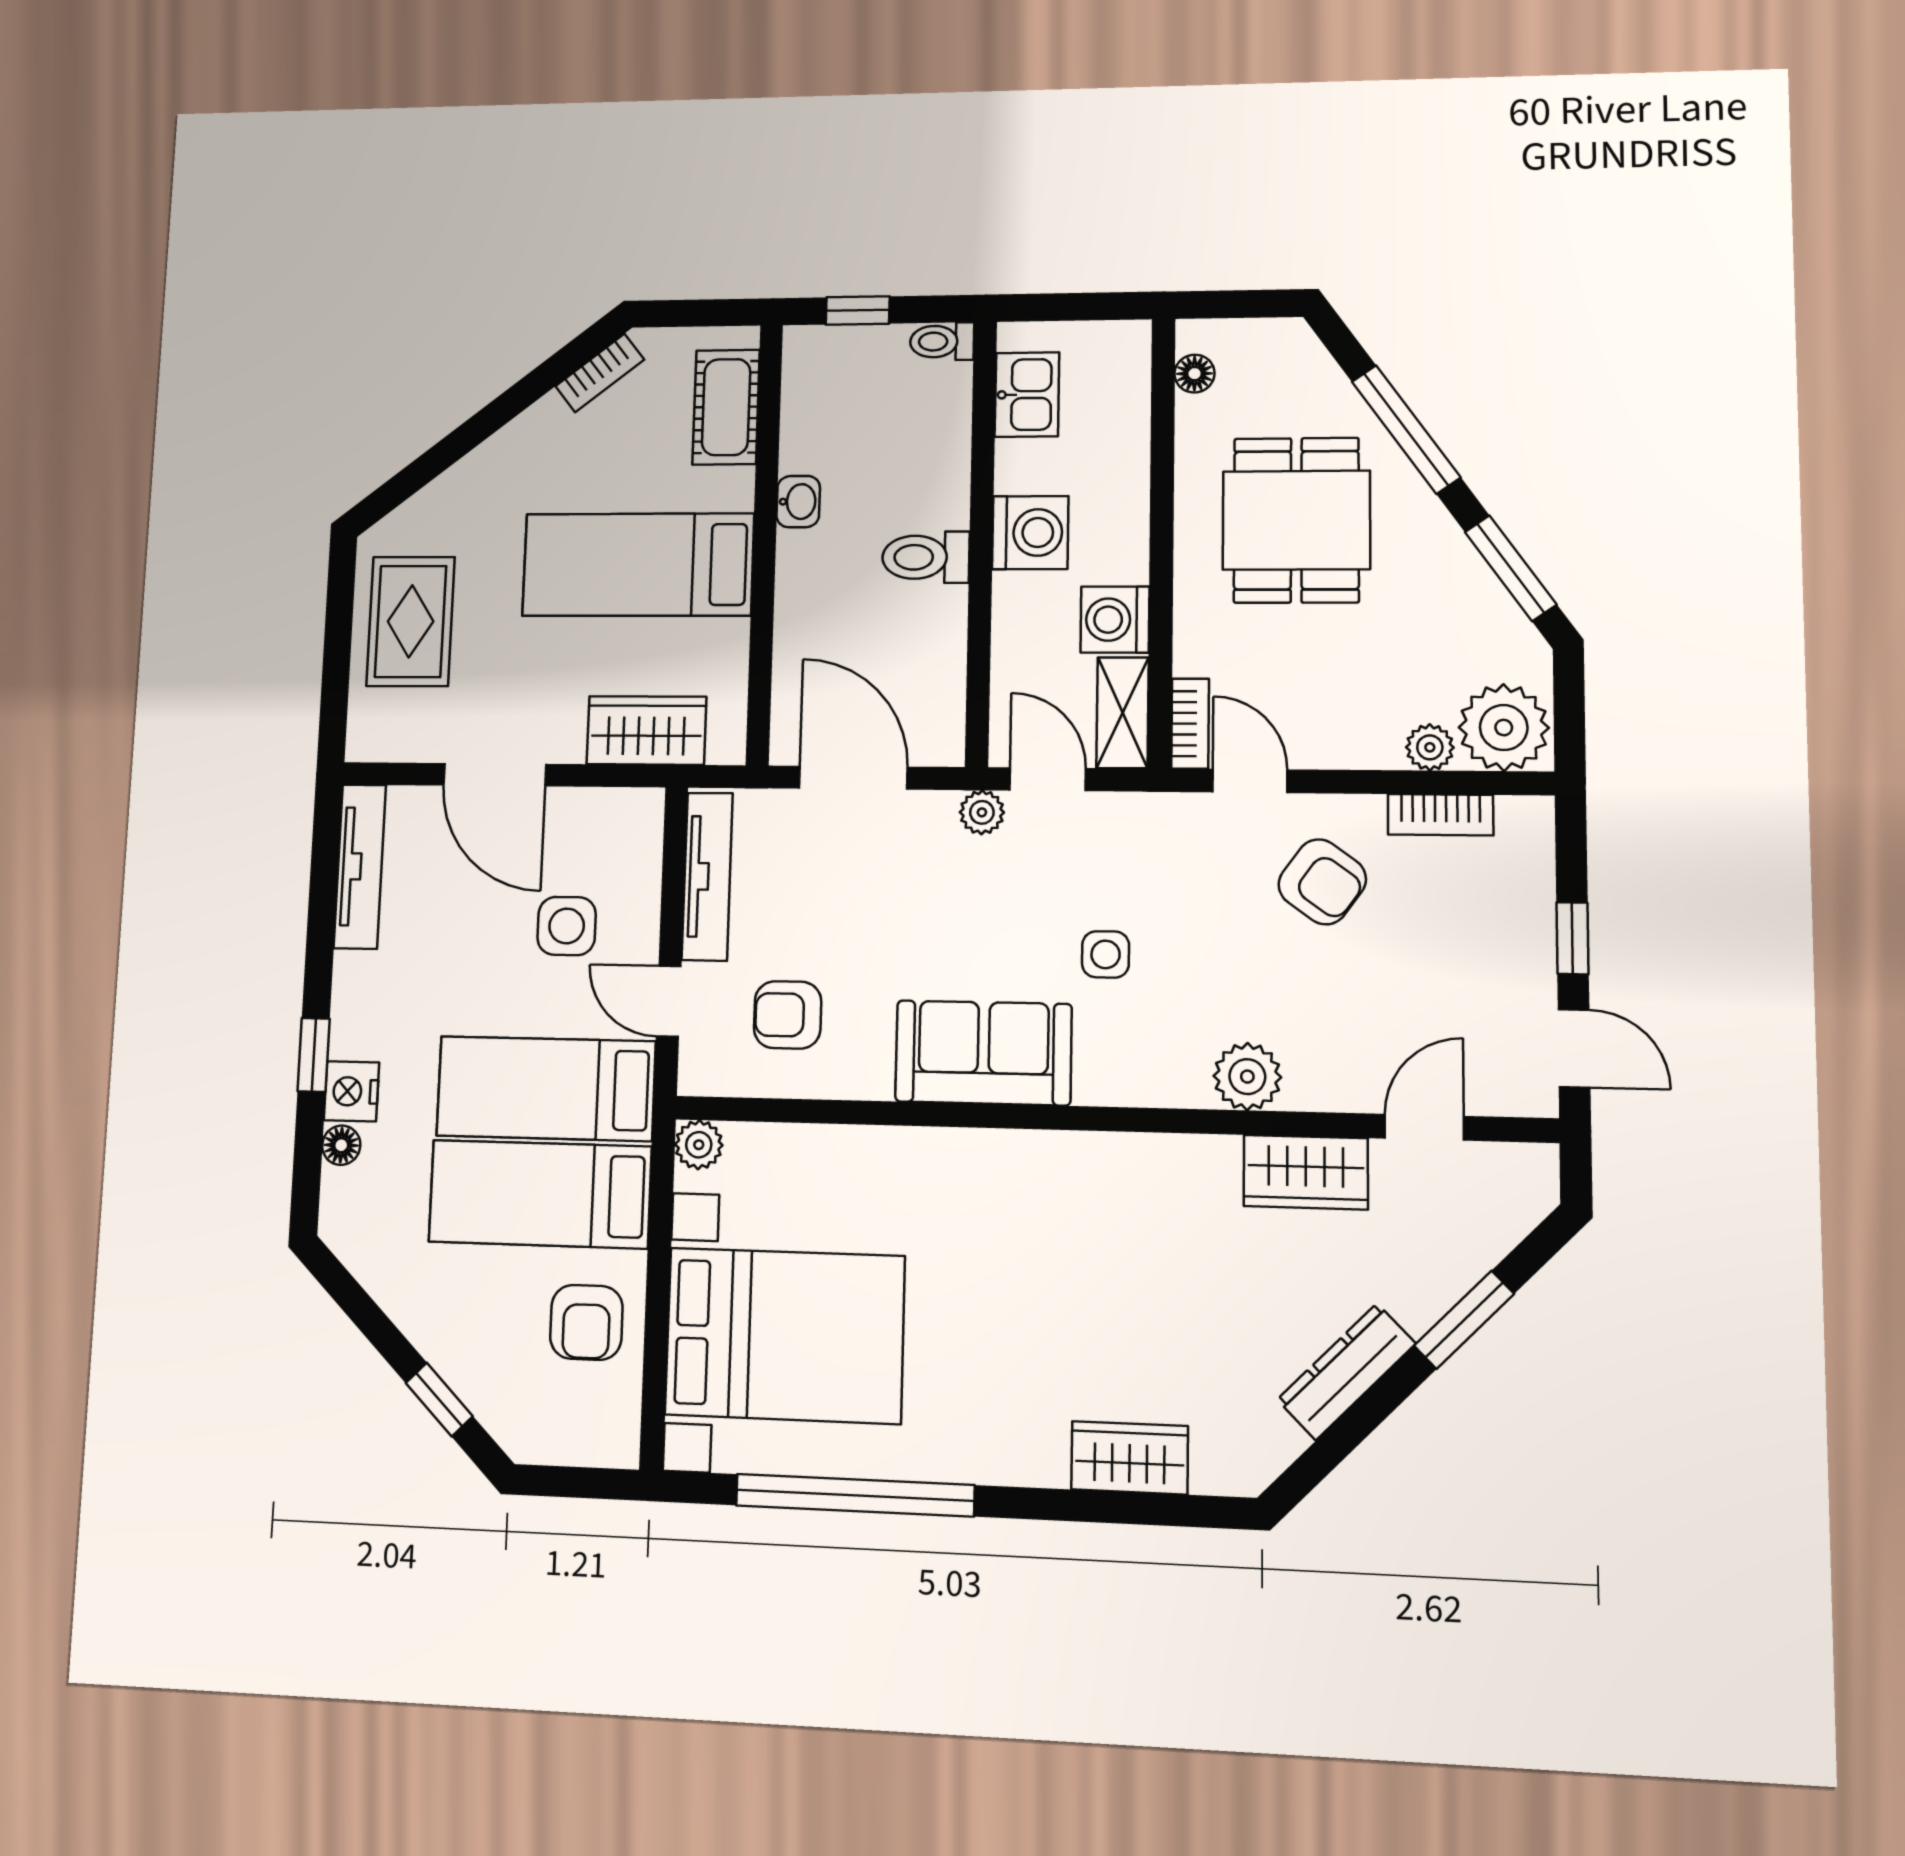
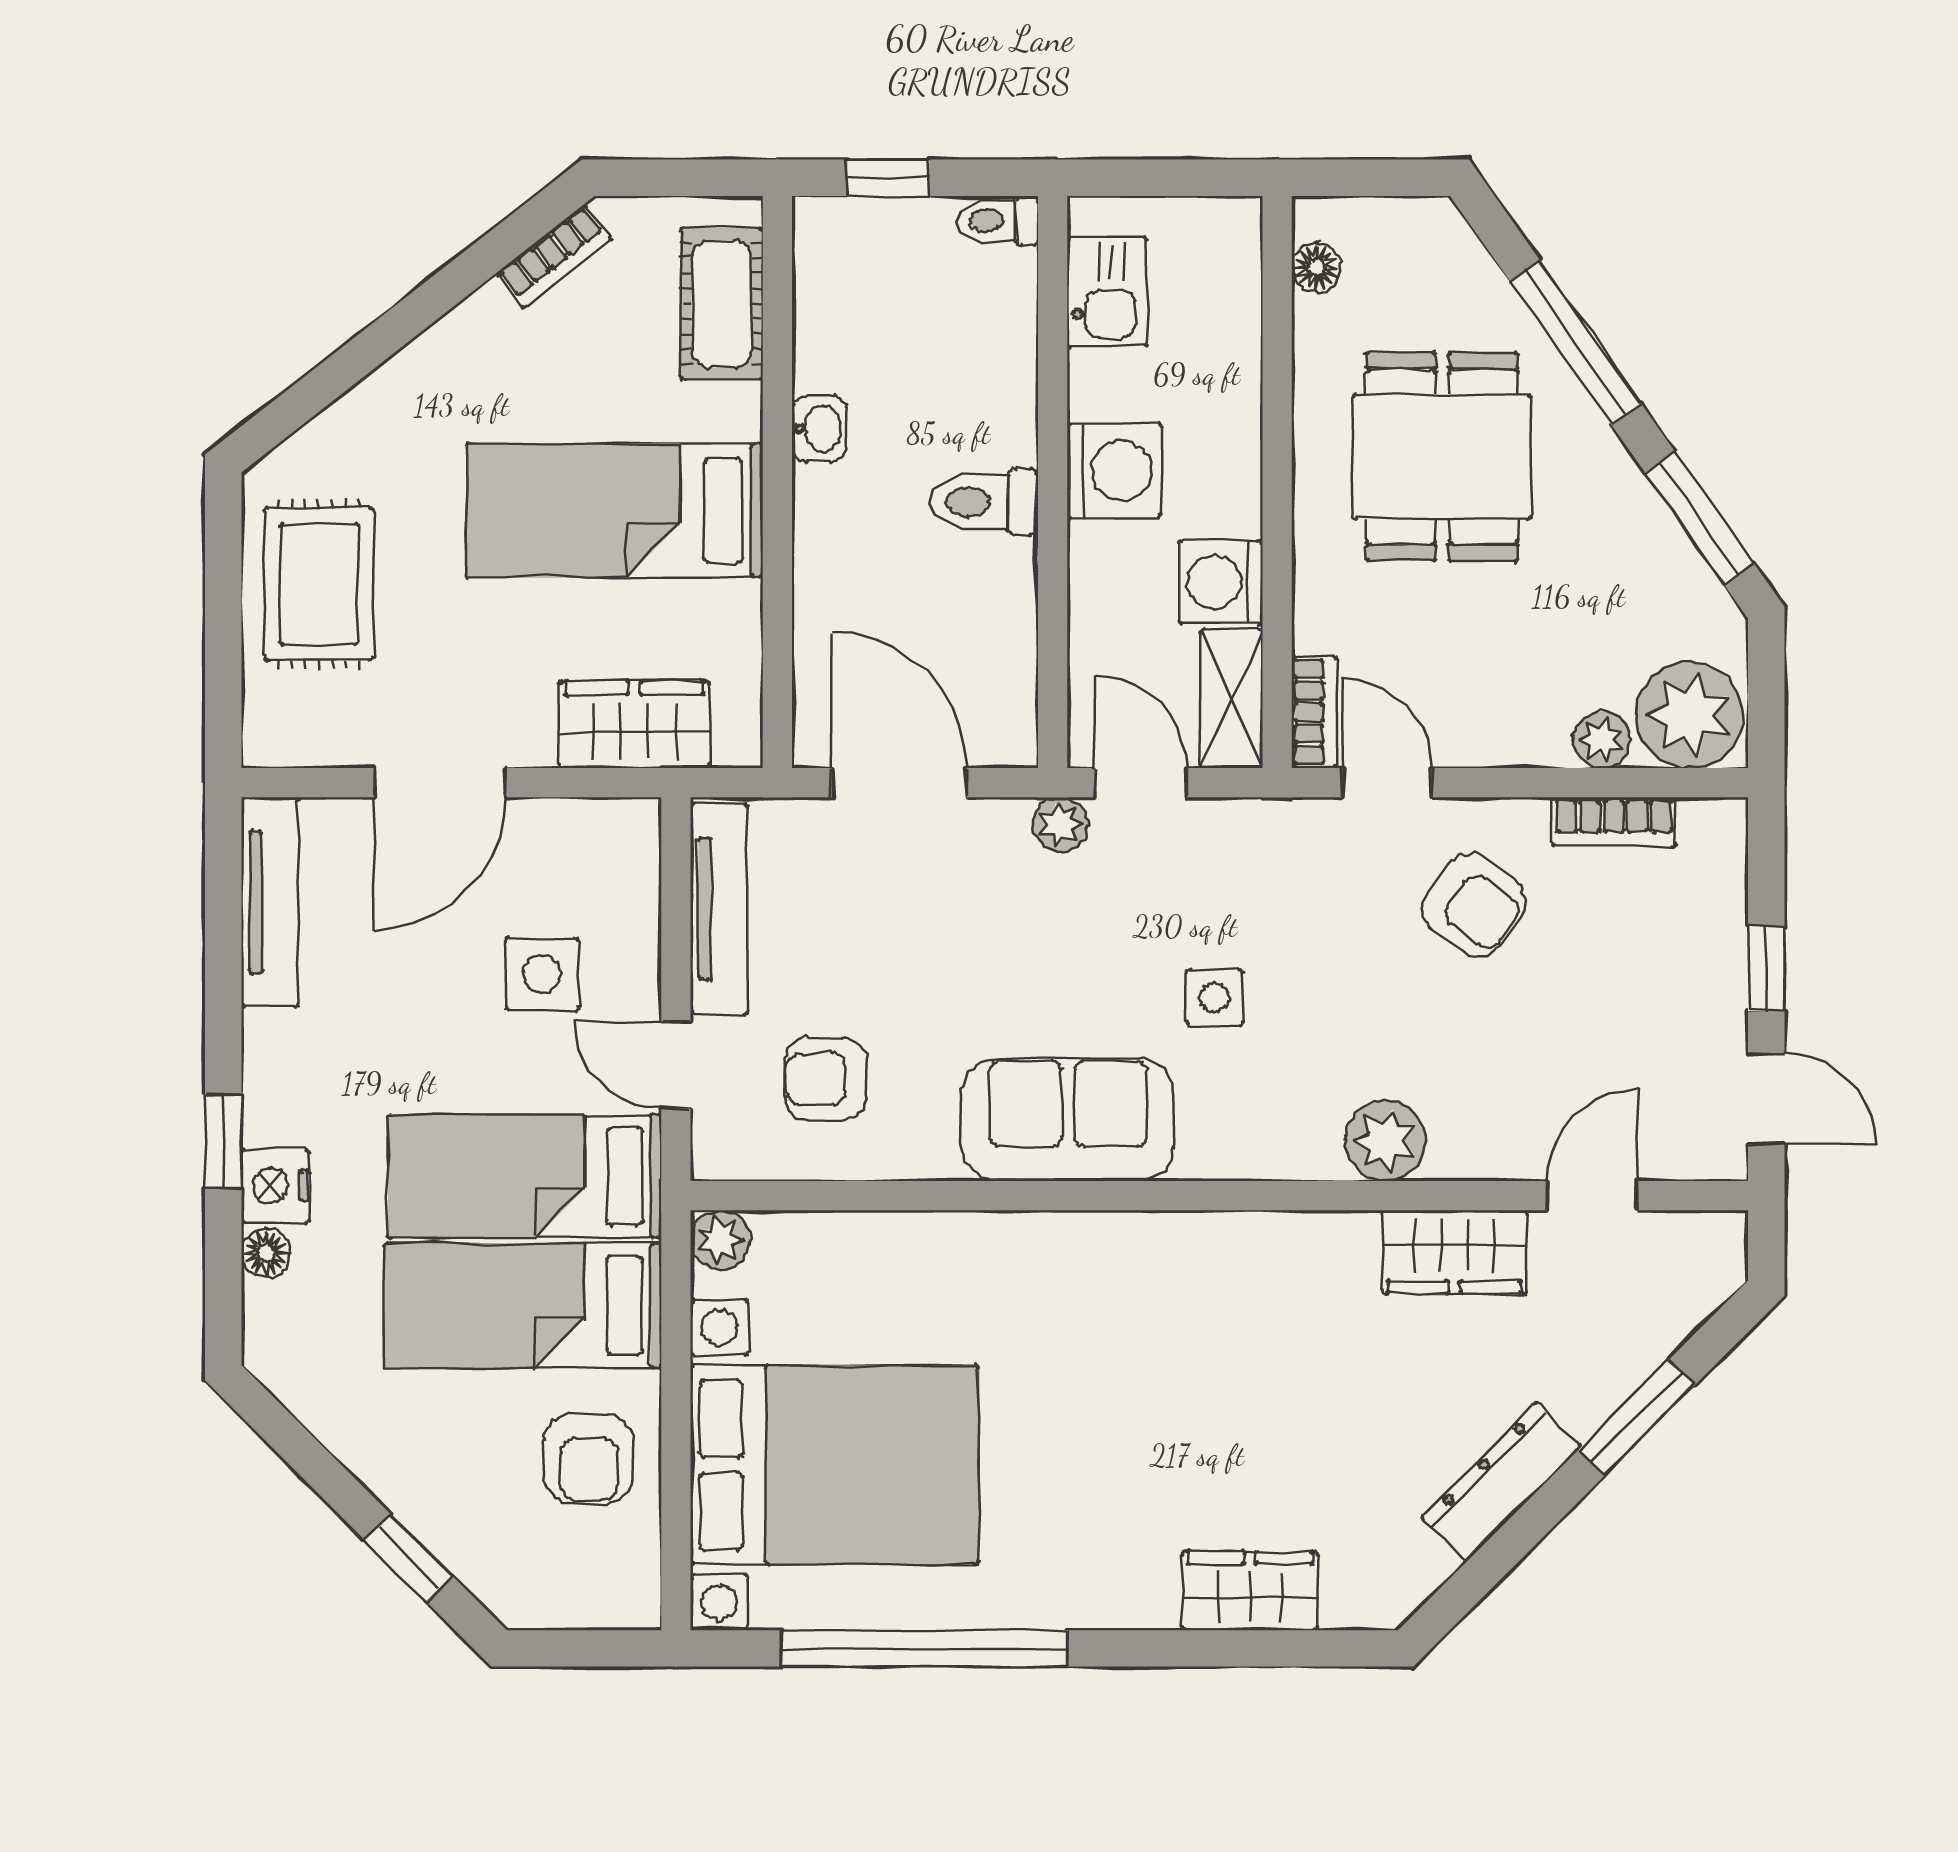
door: (495, 775) -> (440, 783), hinge flipped

